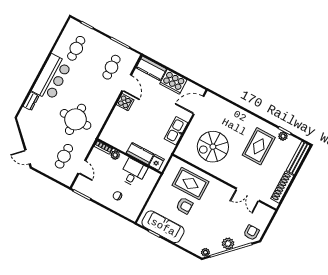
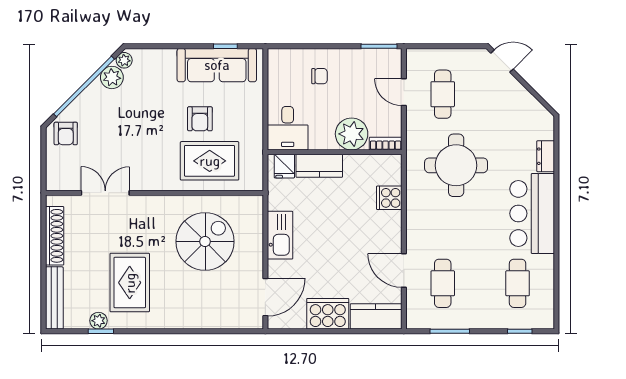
cooker: (125, 102) -> (389, 198), moved
plant: (115, 155) -> (352, 134), width x1.88, depth x1.88
desk: (133, 173) -> (288, 128), moved
armchair: (184, 206) -> (200, 119), turned -90
plant: (228, 244) -> (112, 77), moved

